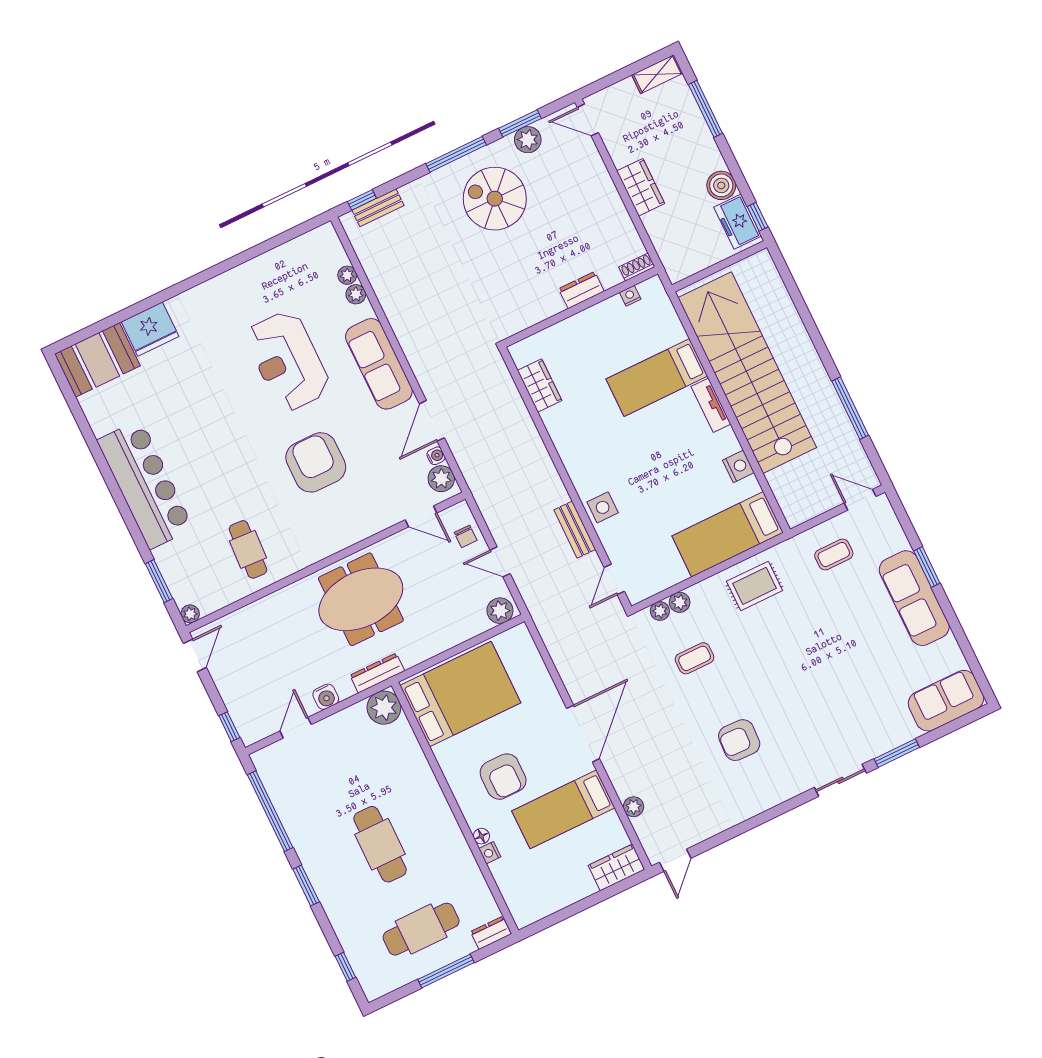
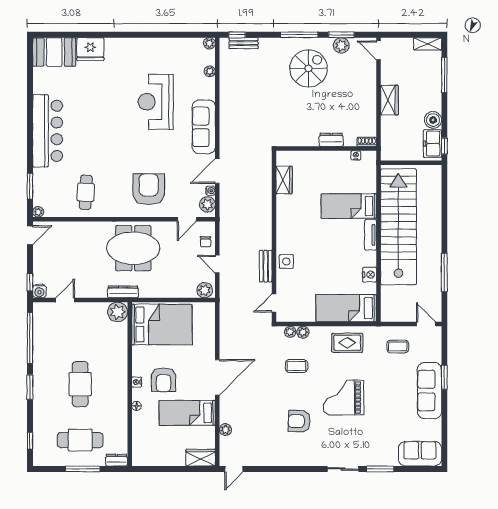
spiral stairs: (495, 199) -> (308, 68), turned 90
plant: (356, 294) -> (209, 43), moved
armchair: (316, 462) -> (149, 189), moved
door: (421, 516) -> (187, 219), hinge flipped
grand piano: (789, 672) -> (343, 398), added
water cooler: (326, 697) -> (39, 291), moved
nightstand: (490, 853) -> (137, 382), moved

